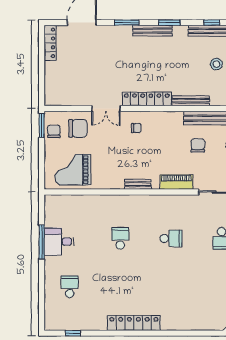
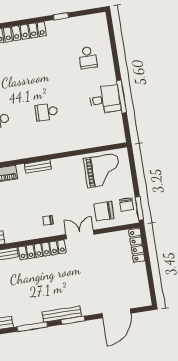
window: (169, 23) -> (32, 327), width x1.44
bench: (153, 31) -> (62, 314), moved
locker: (50, 43) -> (137, 245), moved
school desk: (120, 238) -> (46, 112), turned 90
window: (73, 333) -> (61, 16), moved

